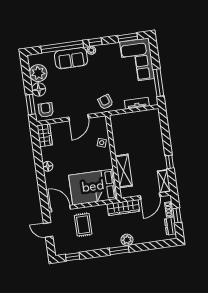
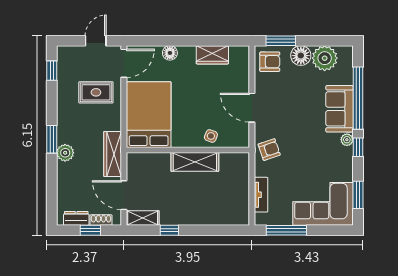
wardrobe: (45, 135) -> (212, 55), moved
floor lamp: (48, 166) -> (170, 53), moved
shelving: (124, 171) -> (195, 162), moved

